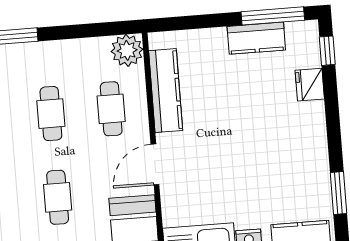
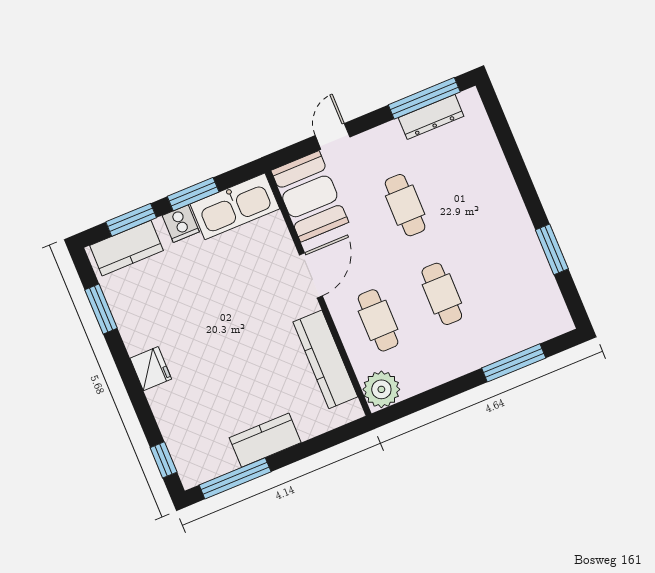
kitchen counter: (256, 38) -> (265, 440), moved
fridge: (310, 85) -> (151, 369), moved

